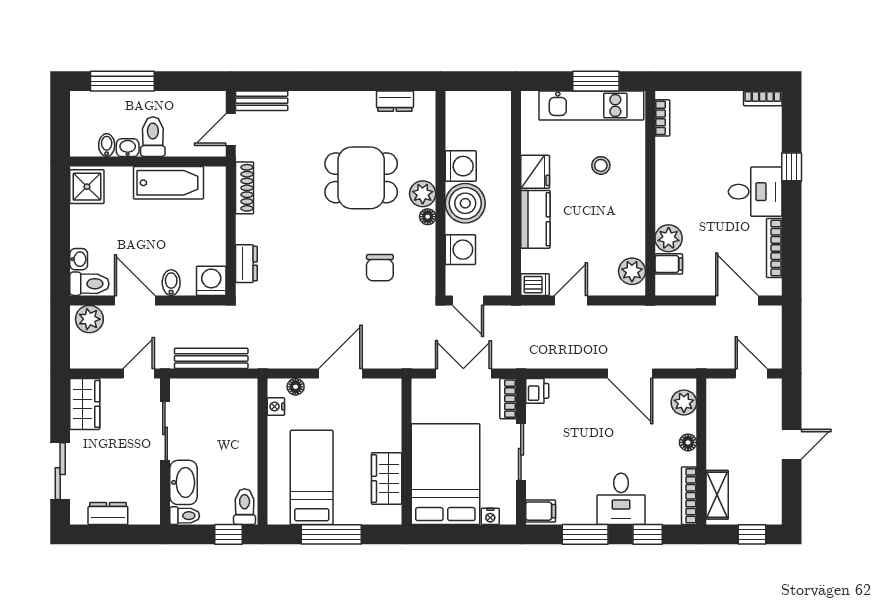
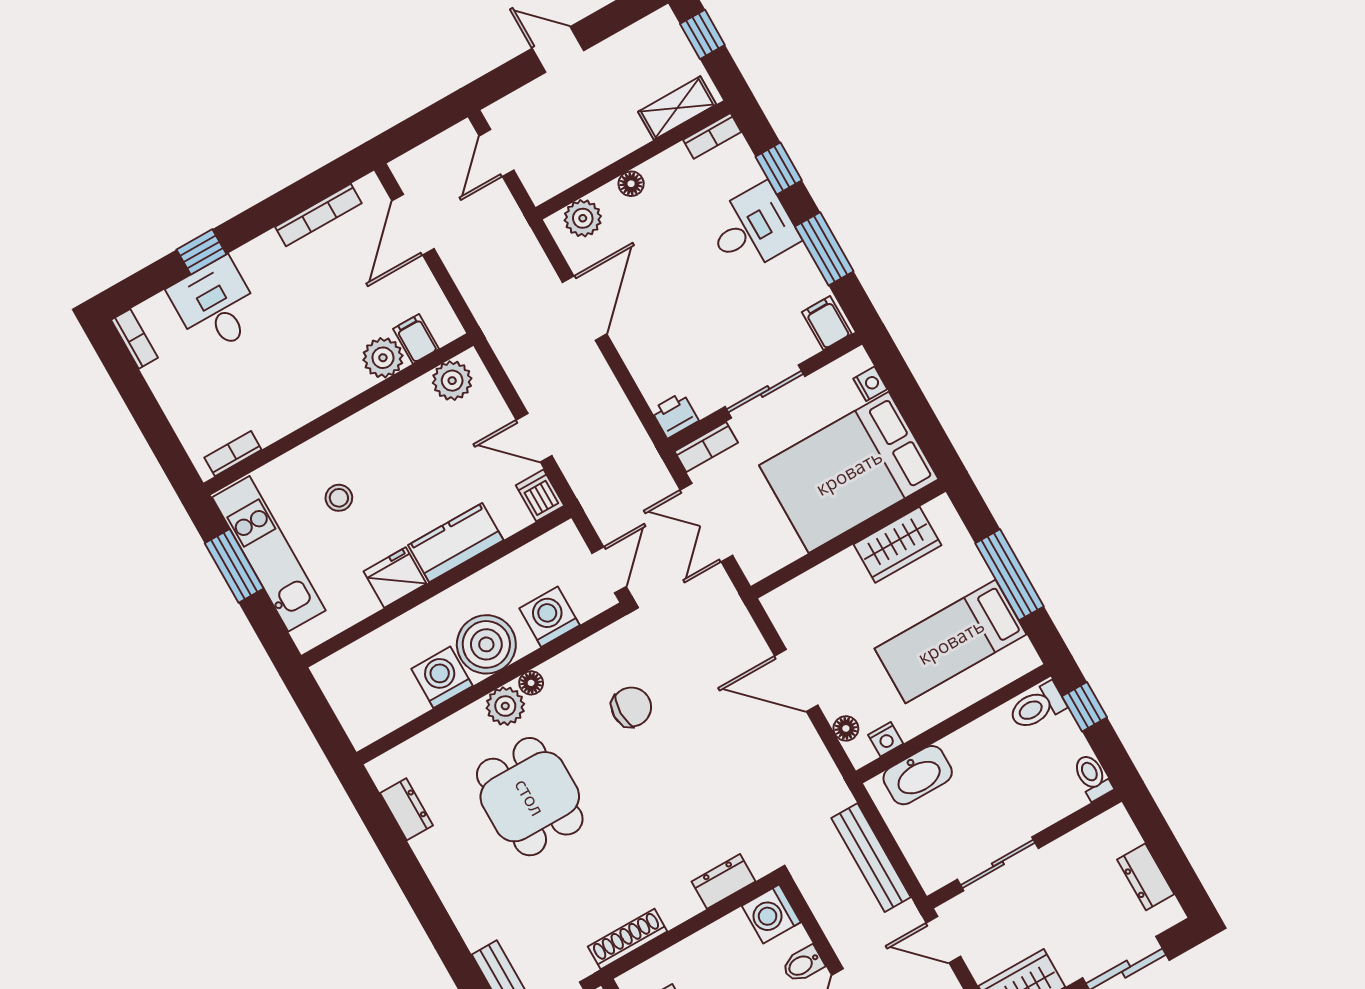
desk: (755, 192) -> (216, 306), moved
washbasin: (184, 482) -> (918, 775), moved, turned 180
bookcase: (689, 496) -> (712, 136), width x0.64

